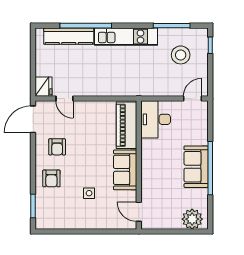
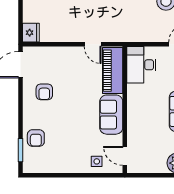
door: (64, 99) -> (93, 44), moved
armchair: (51, 178) -> (36, 138), moved
side table: (89, 193) -> (97, 161), moved

